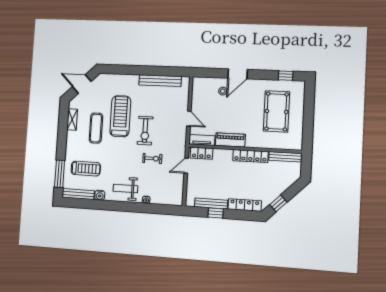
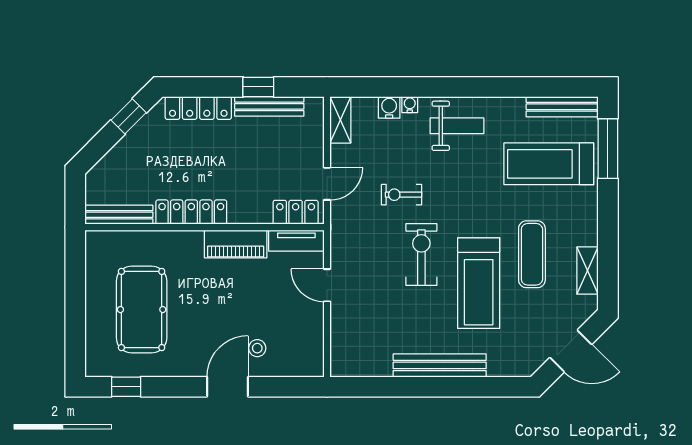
bench: (160, 81) -> (440, 365), moved
treadmill: (86, 169) -> (549, 164), width x1.37, depth x1.38
water cooler: (100, 195) -> (389, 107), moved
shelving: (178, 195) -> (340, 120), added

